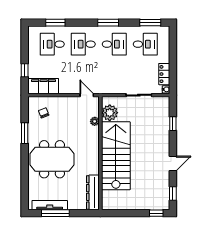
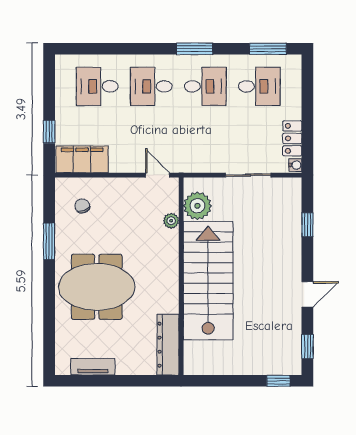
window: (55, 23) -> (103, 49), removed
tv unit: (50, 205) -> (93, 367), width x0.71
window: (55, 213) -> (103, 381), removed

